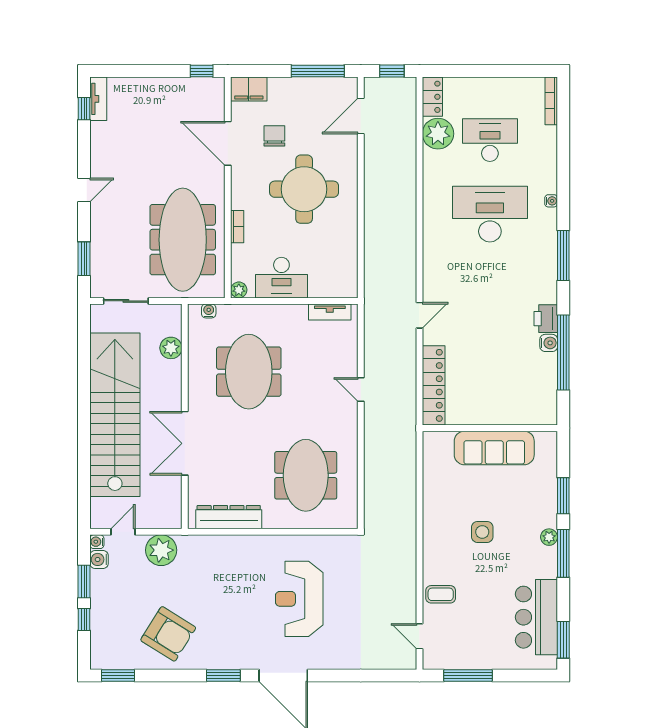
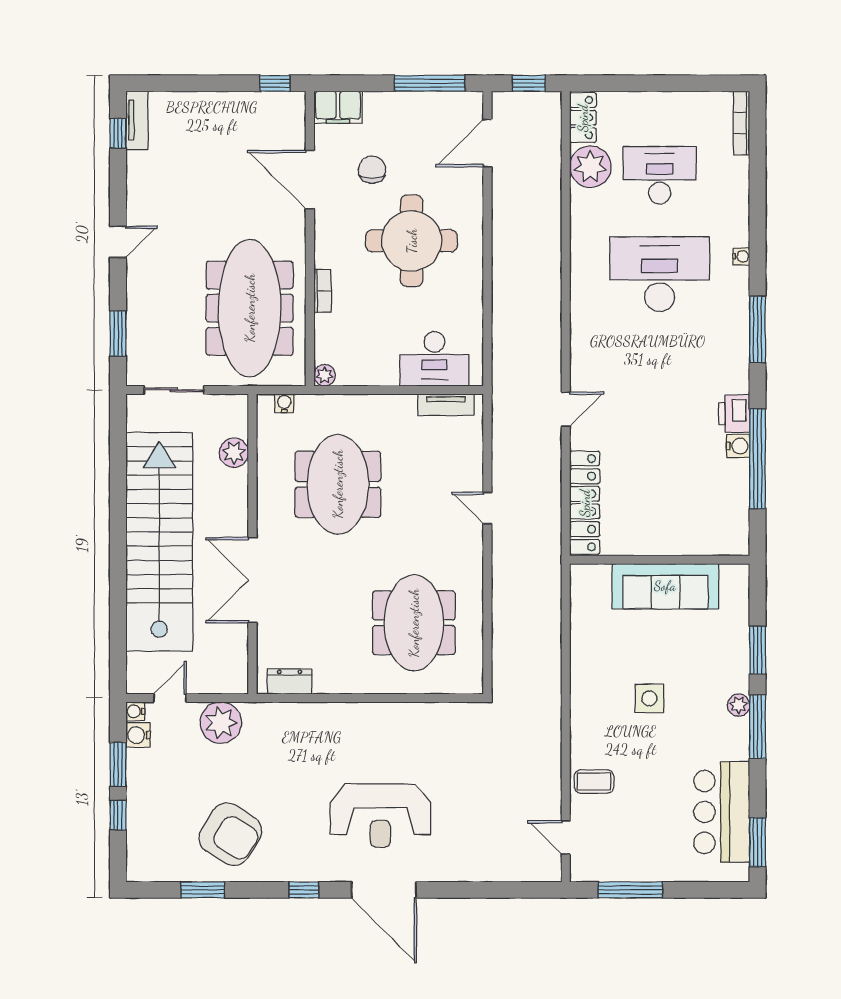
desk: (281, 278) -> (434, 359), moved
dresser: (229, 517) -> (290, 682), width x0.51, depth x0.80
reception desk: (299, 599) -> (380, 815), moved, turned -90
window: (118, 676) -> (203, 890), moved
window: (223, 676) -> (304, 890), width x0.67

